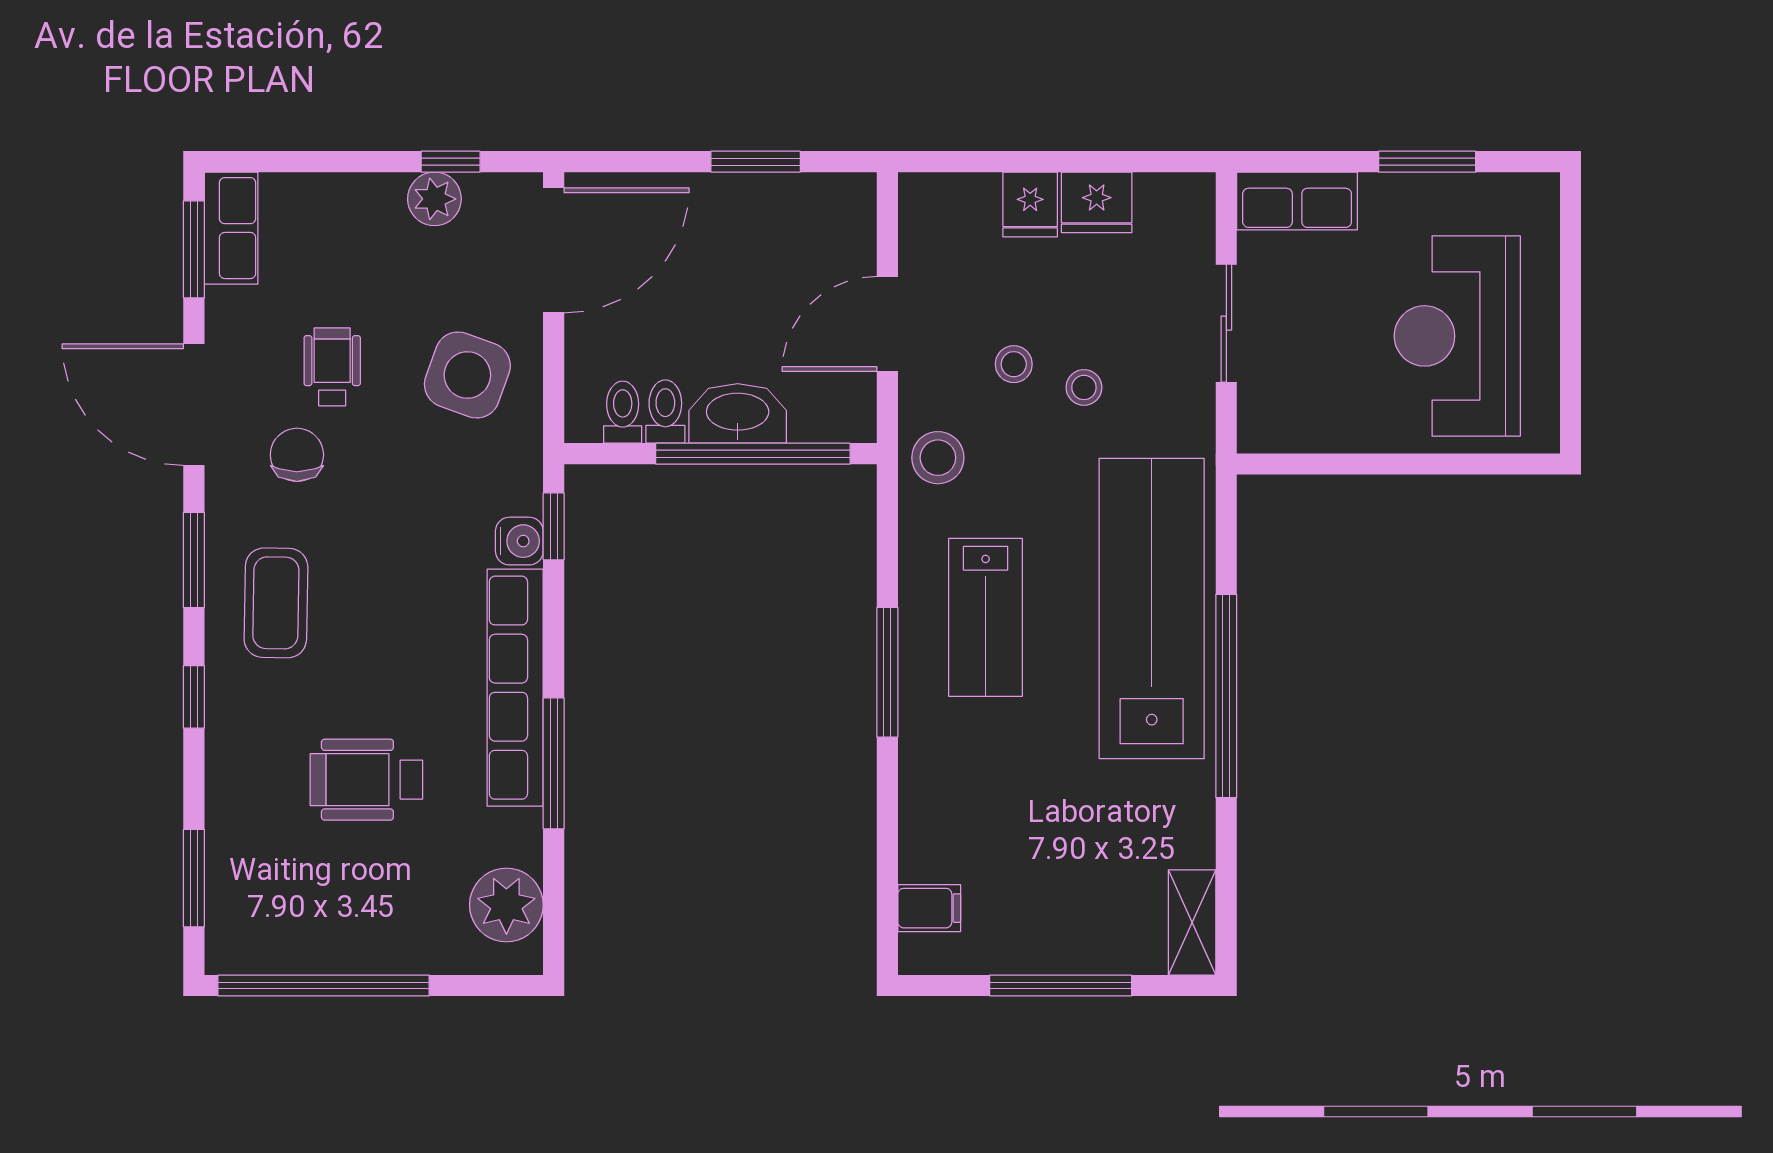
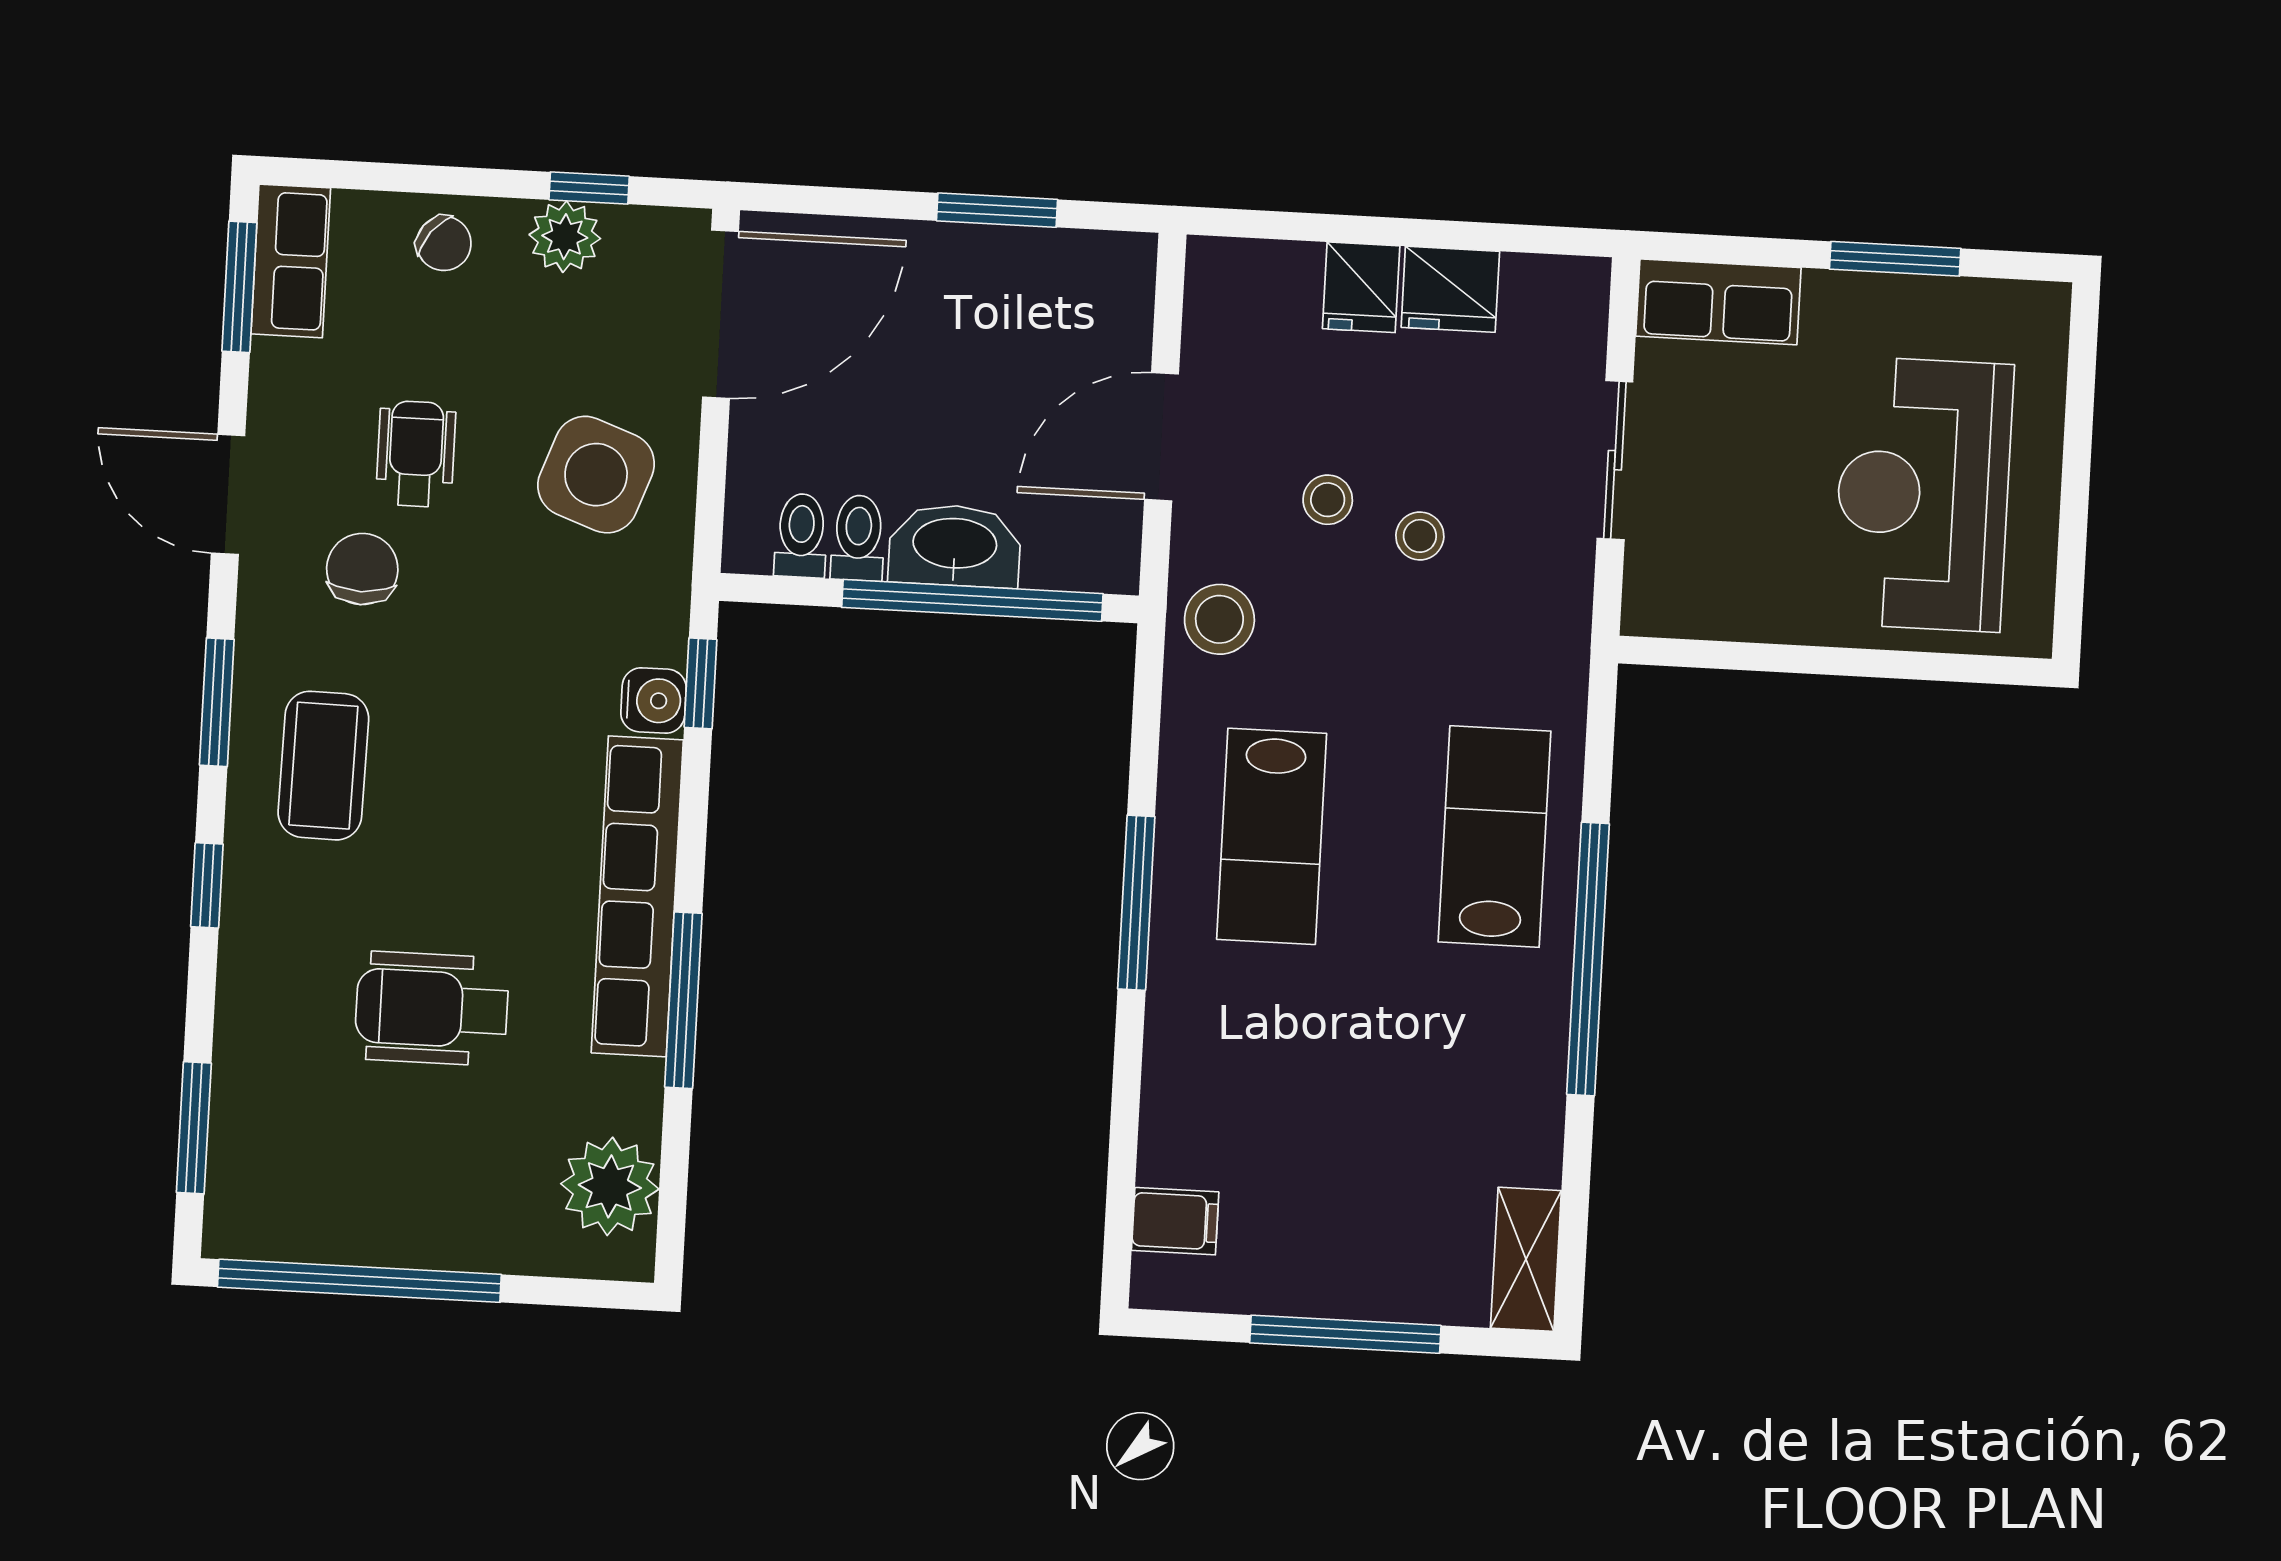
chair: (345, 209) -> (444, 243), added
door: (194, 405) -> (228, 494), width x0.73
lab bench: (1152, 609) -> (1495, 837), width x0.54, depth x0.72

